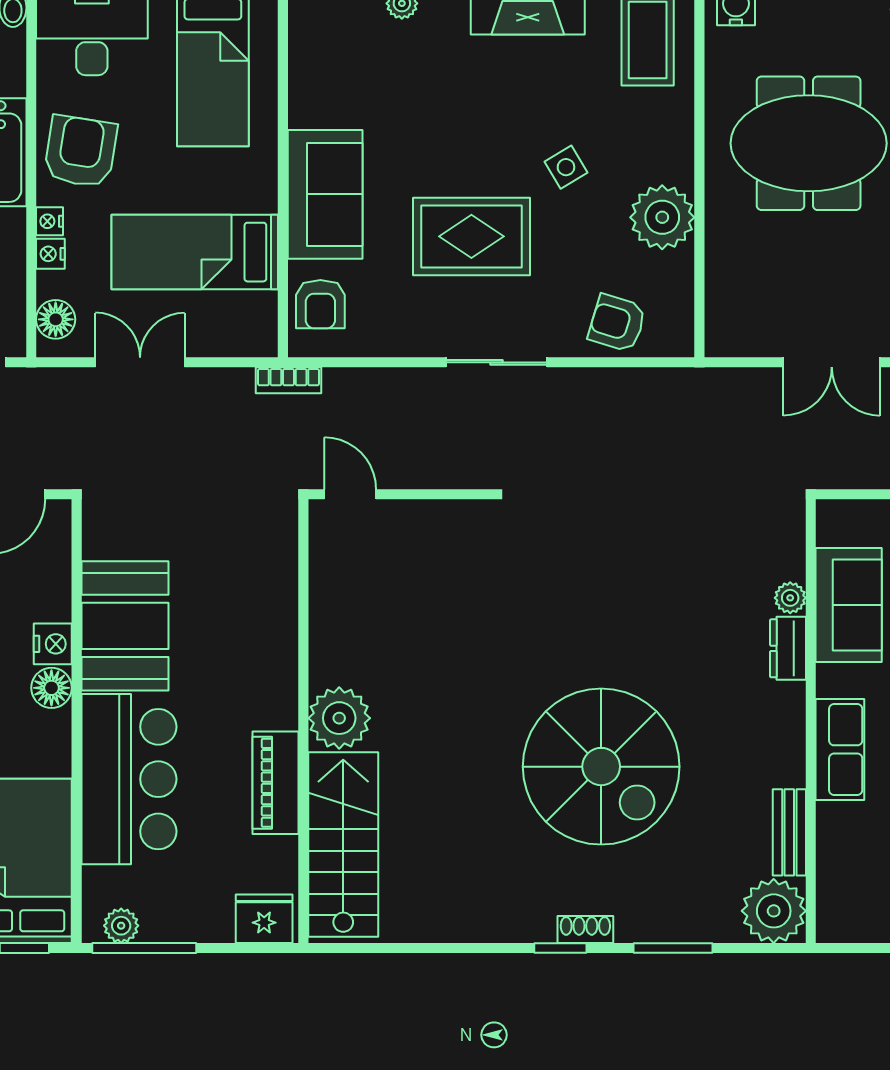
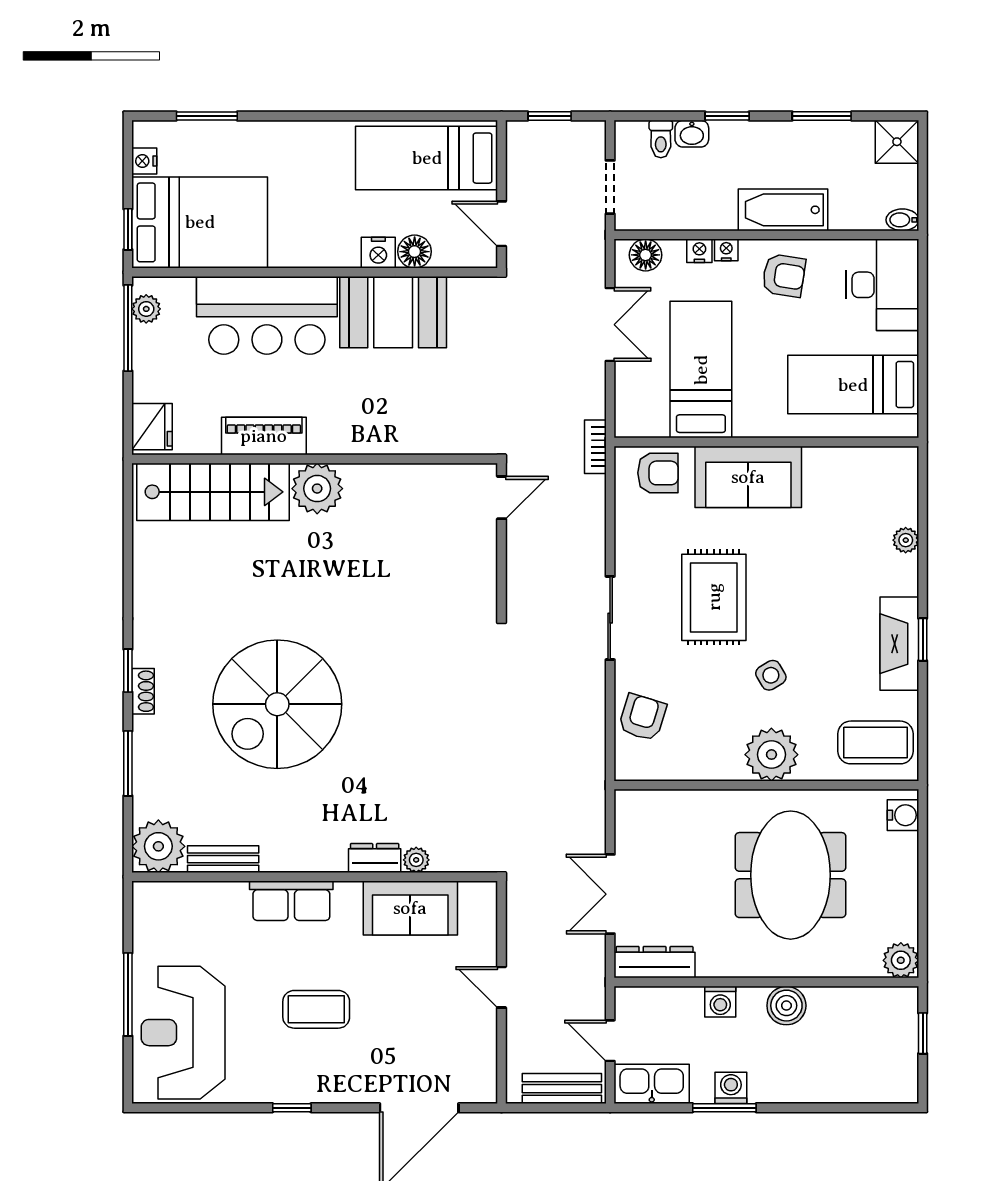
armchair: (81, 151) -> (784, 275), width x0.72, depth x0.72
plant: (662, 217) -> (771, 755), moved
armchair: (320, 304) -> (658, 473), turned 180
floor lamp: (51, 688) -> (415, 252), moved

